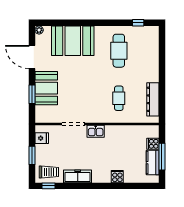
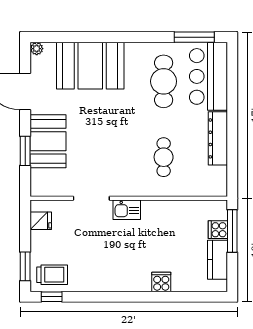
window: (138, 23) -> (194, 37), width x2.17
bar counter: (147, 48) -> (208, 76), added
dresser: (153, 99) -> (218, 138), moved
window: (32, 155) -> (25, 266), moved
window: (162, 157) -> (232, 231), moved
freezer: (78, 176) -> (98, 282), removed

